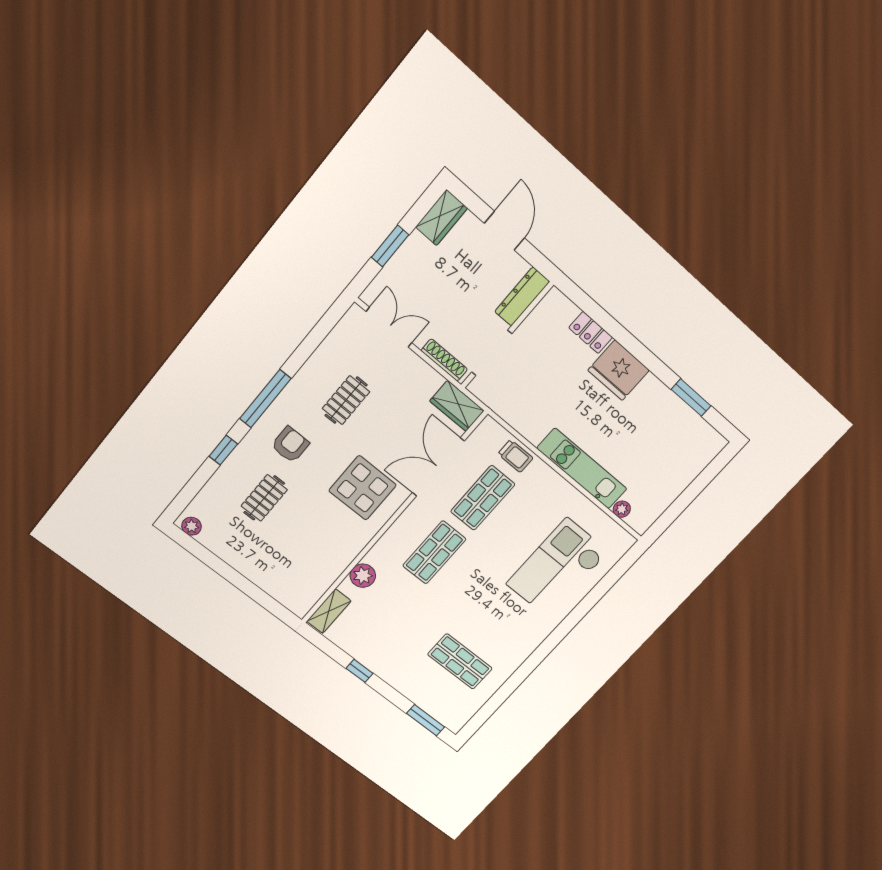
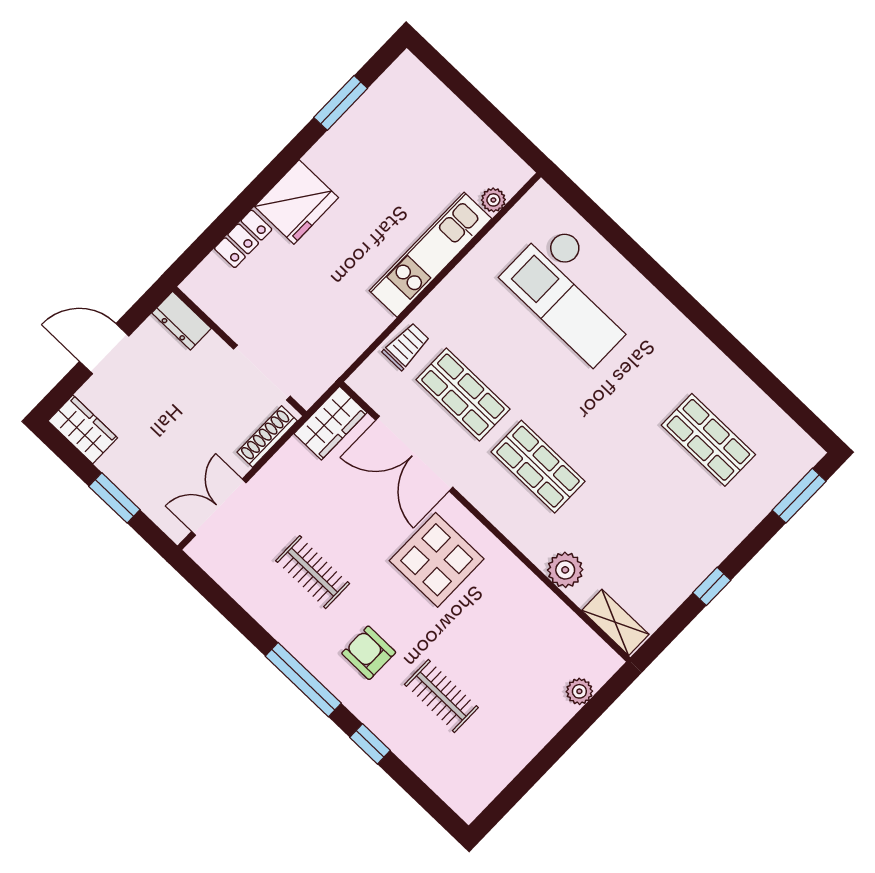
dresser: (522, 297) -> (182, 321), width x0.70
plant: (192, 526) -> (579, 691), moved
shop shelf: (460, 661) -> (708, 440), turned 90

